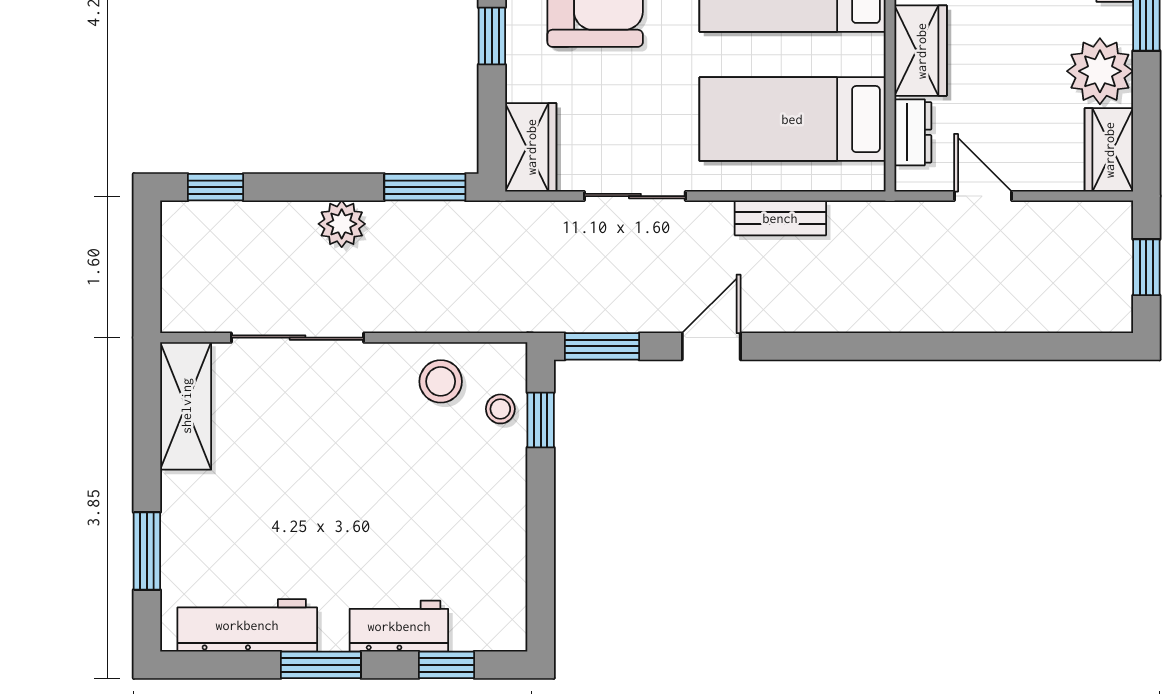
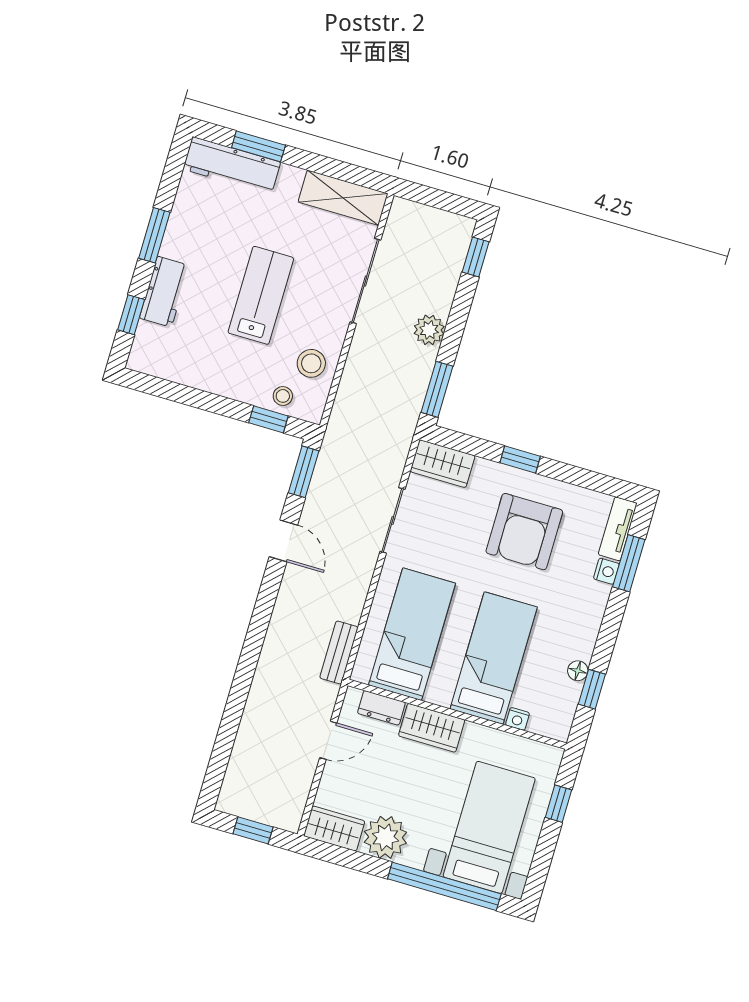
bench: (780, 218) -> (339, 653), moved
lab bench: (363, 484) -> (261, 295), added
workbench: (247, 625) -> (232, 166), moved, turned 90

